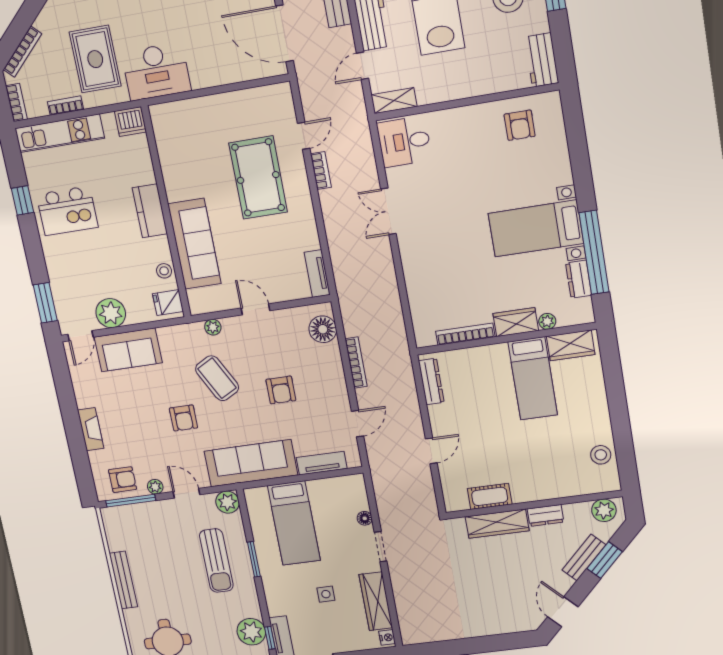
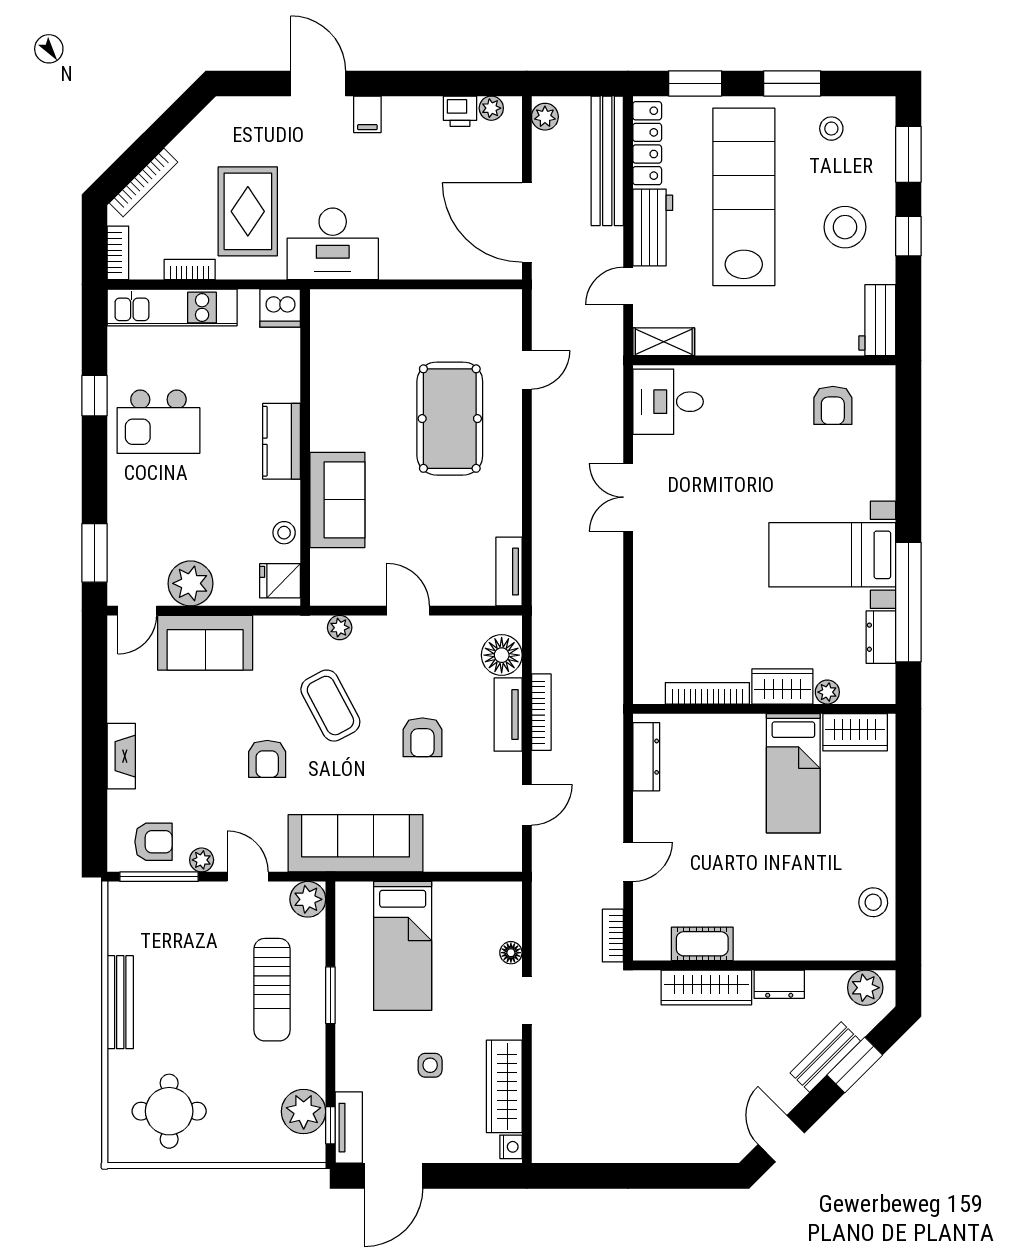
bookcase: (321, 171) -> (613, 936), moved, turned 180
sofa: (194, 244) -> (337, 500), width x0.73
tv unit: (322, 463) -> (508, 715), moved, turned -90

